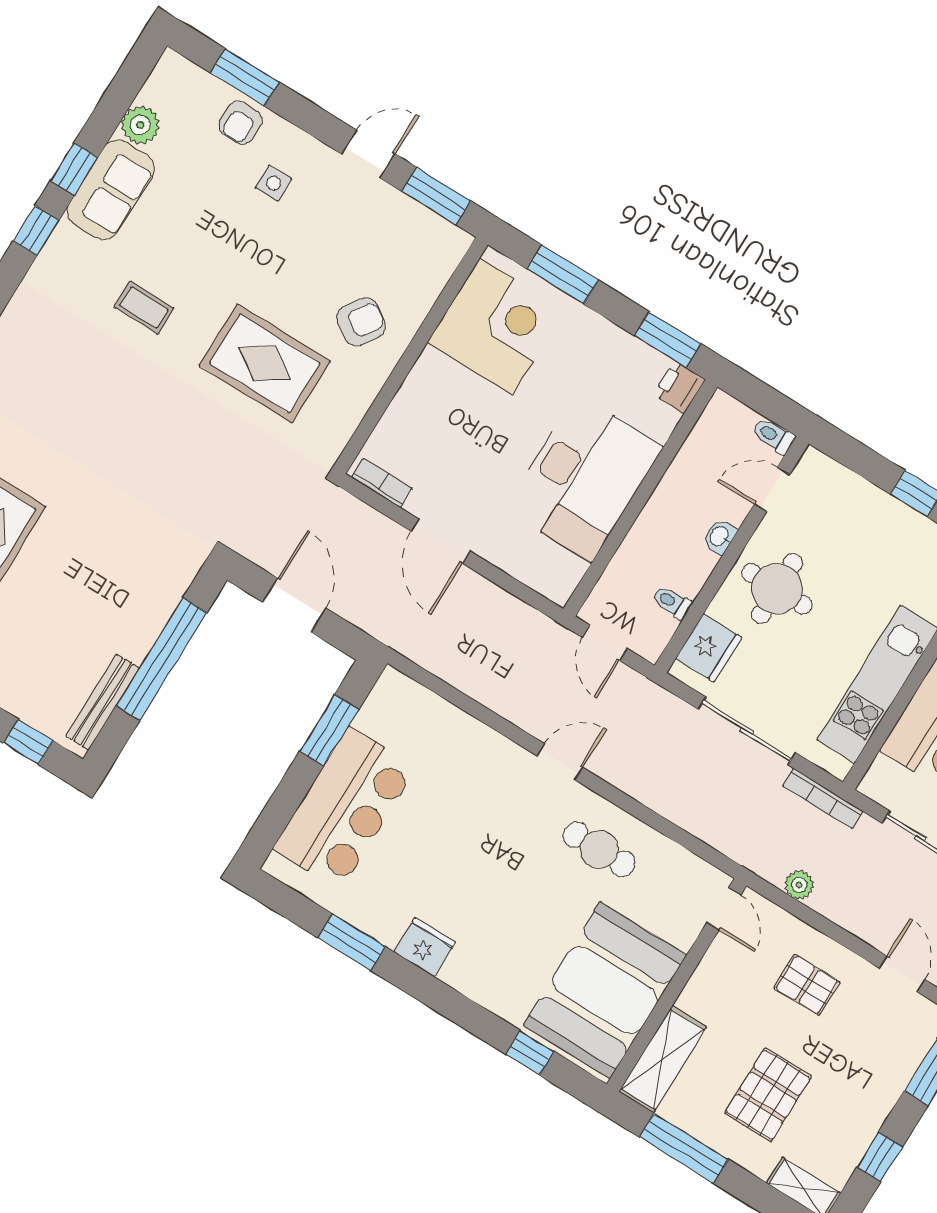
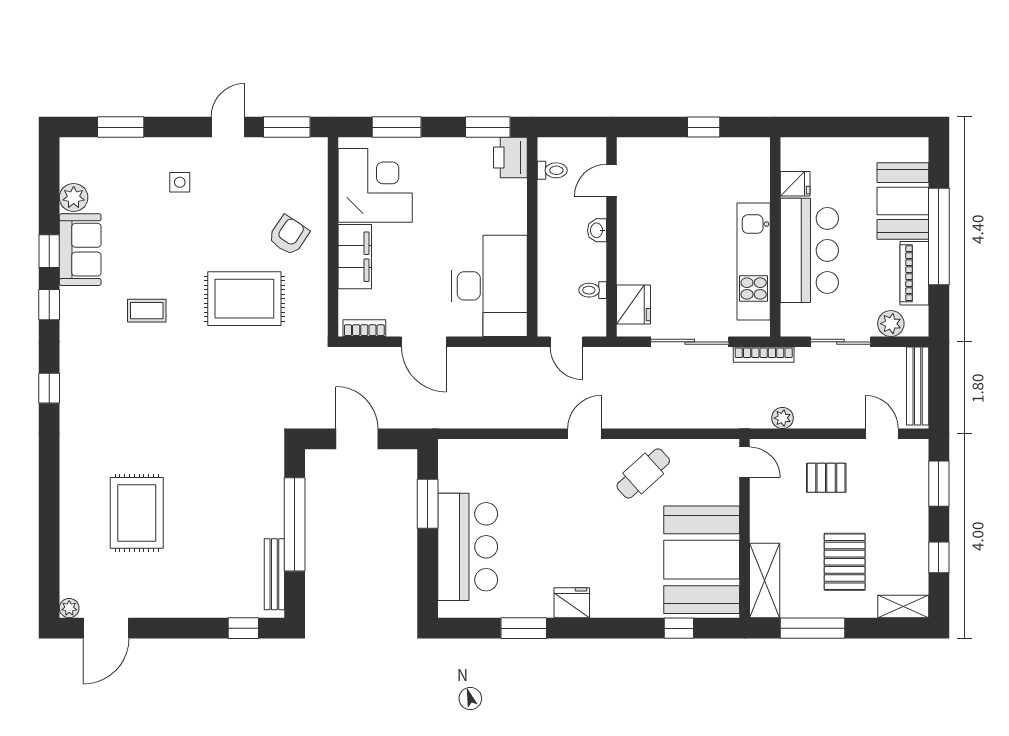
armchair: (241, 123) -> (136, 157), removed
printer: (679, 387) -> (510, 158), width x1.36, depth x1.24
filing cabinet: (422, 394) -> (355, 257), added
toilet: (773, 436) -> (552, 170), moved, turned 180
desk: (584, 478) -> (489, 286), moved
round table: (777, 589) -> (653, 241), removed
cafe table: (599, 849) -> (643, 473), turned -42

